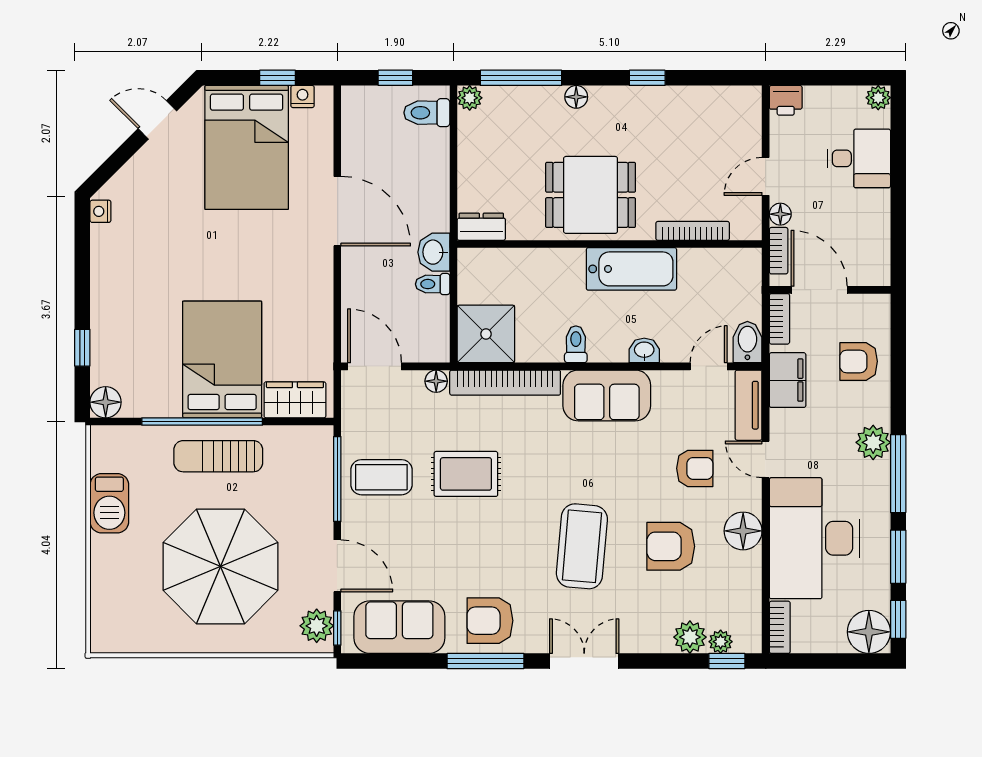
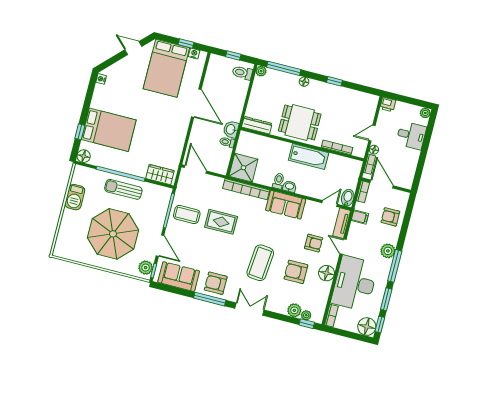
dresser: (481, 227) -> (257, 125), width x1.44
washbasin: (644, 350) -> (289, 186), moved
bed: (222, 359) -> (109, 130), moved, turned 90
filing cabinet: (788, 380) -> (360, 217), width x0.50
floor lamp: (436, 381) -> (219, 182), removed

